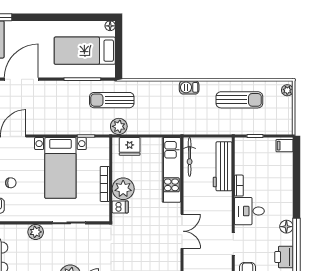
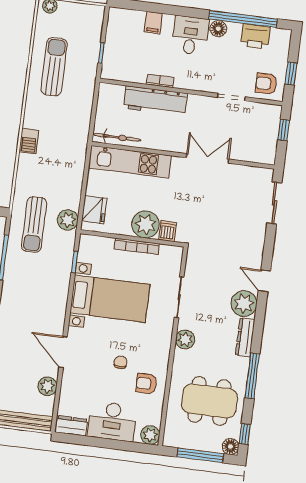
barbecue: (189, 87) -> (29, 141), moved
filing cabinet: (285, 146) -> (153, 23), moved
workbench: (223, 166) -> (155, 101), moved
desk: (249, 211) -> (190, 35), moved, turned 180

